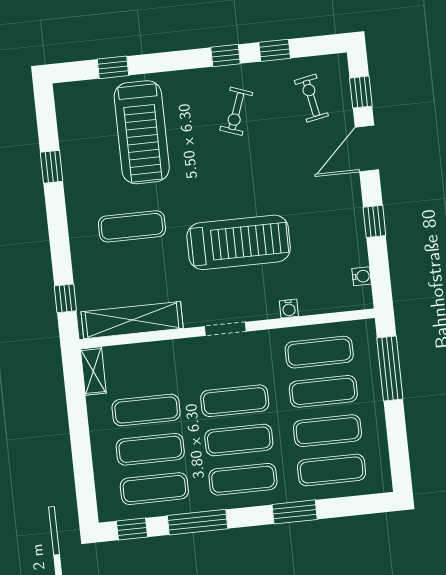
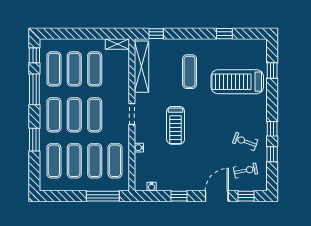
exercise bike: (236, 111) -> (245, 141), moved
door: (367, 148) -> (217, 196), hinge flipped
treadmill: (239, 242) -> (176, 125), width x0.73, depth x0.73

